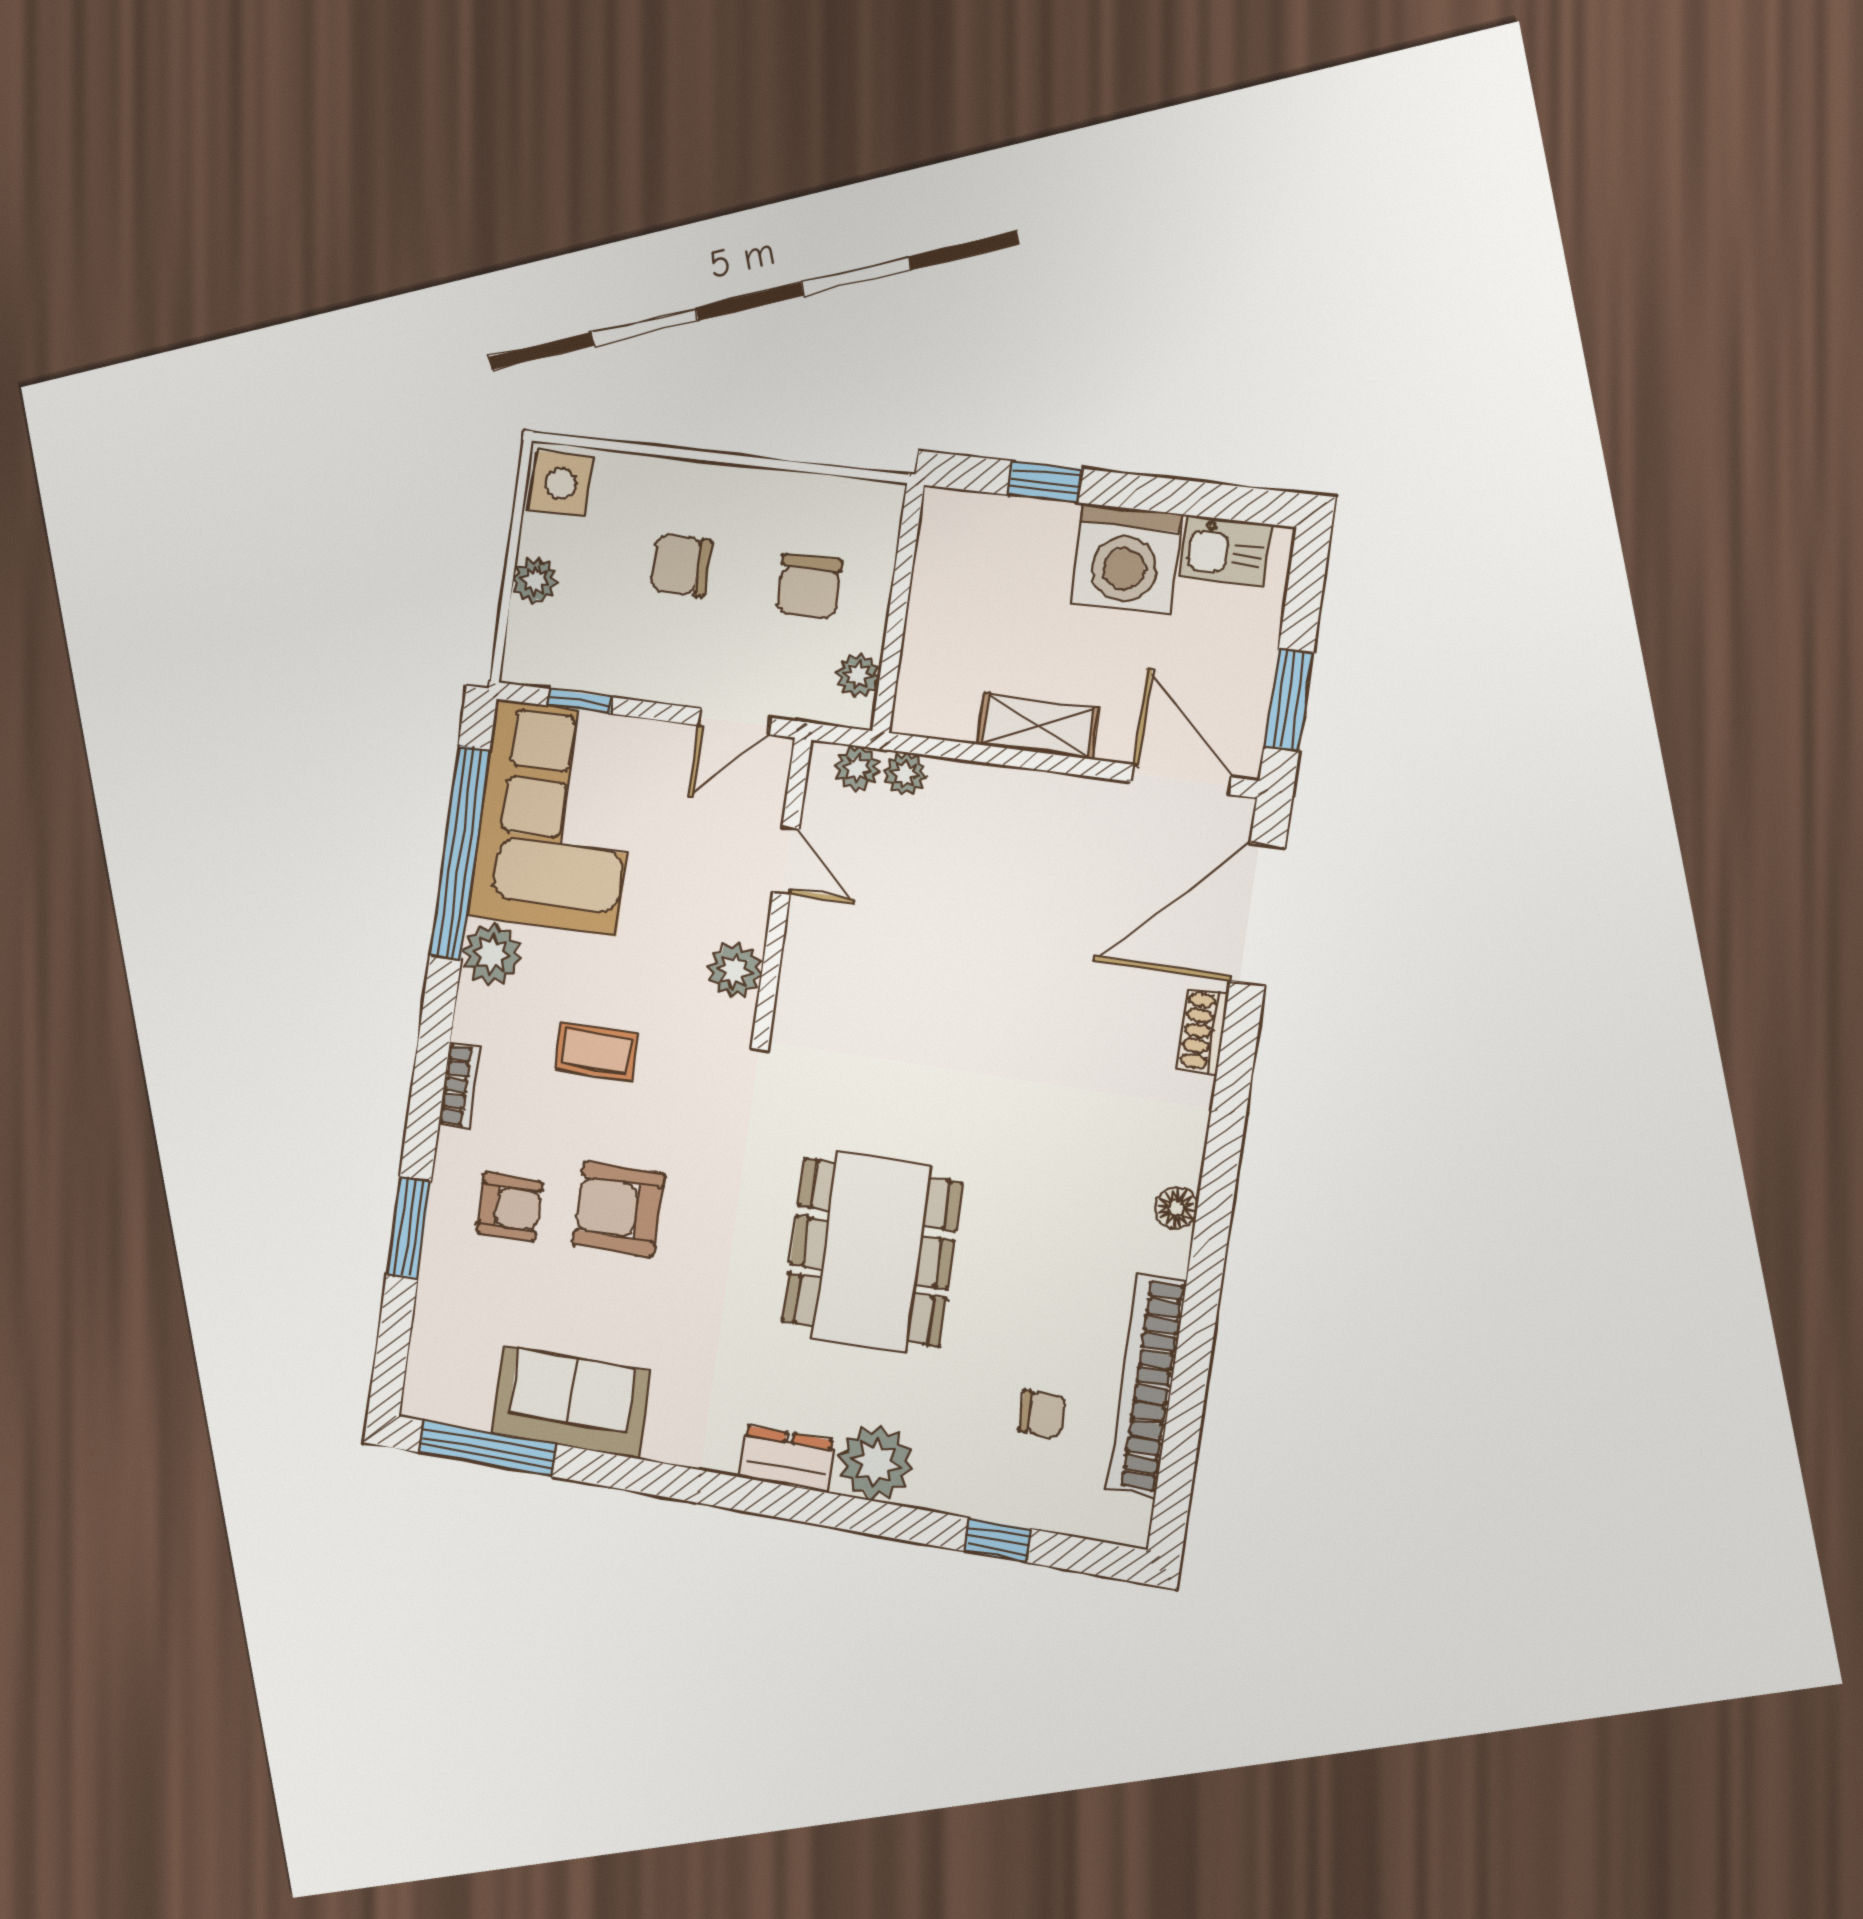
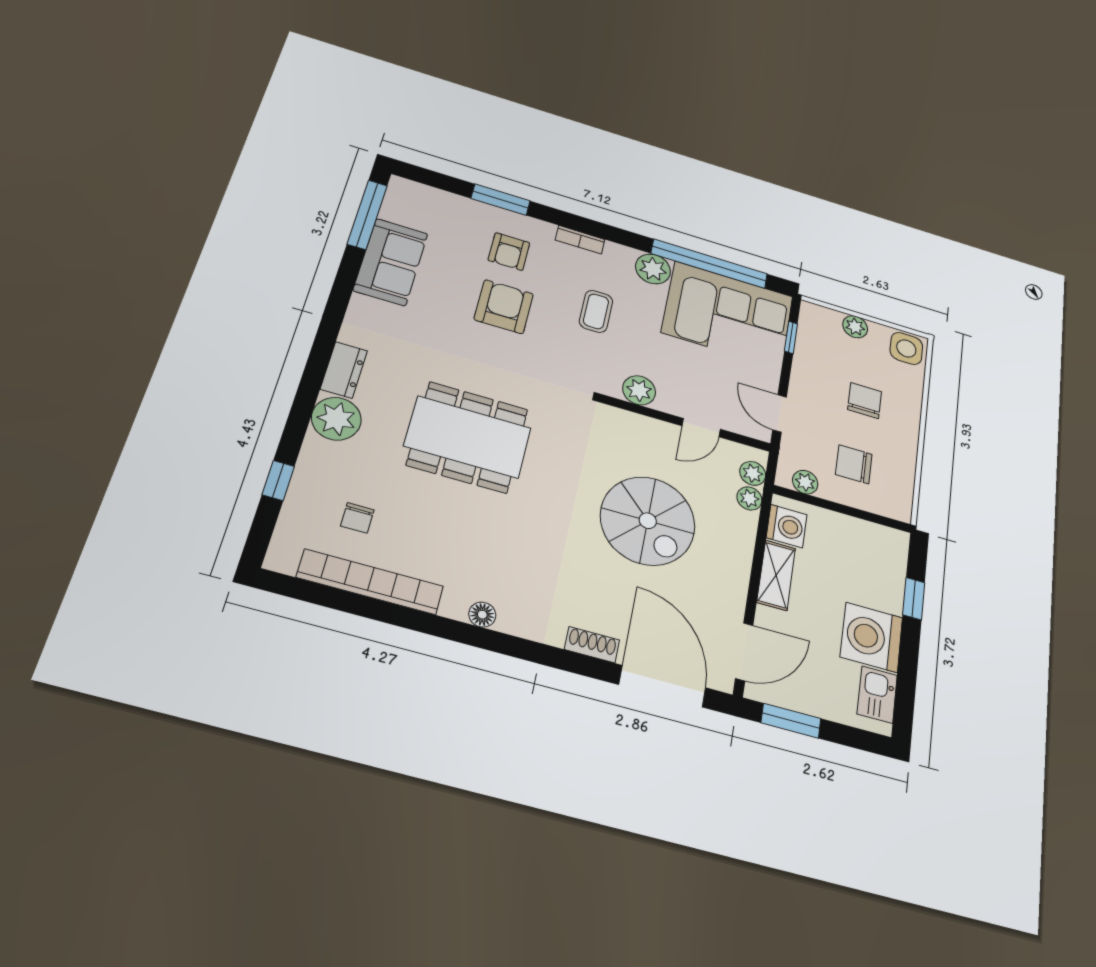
washing machine: (946, 708) -> (787, 526), added
spiral stairs: (973, 948) -> (648, 521), added

